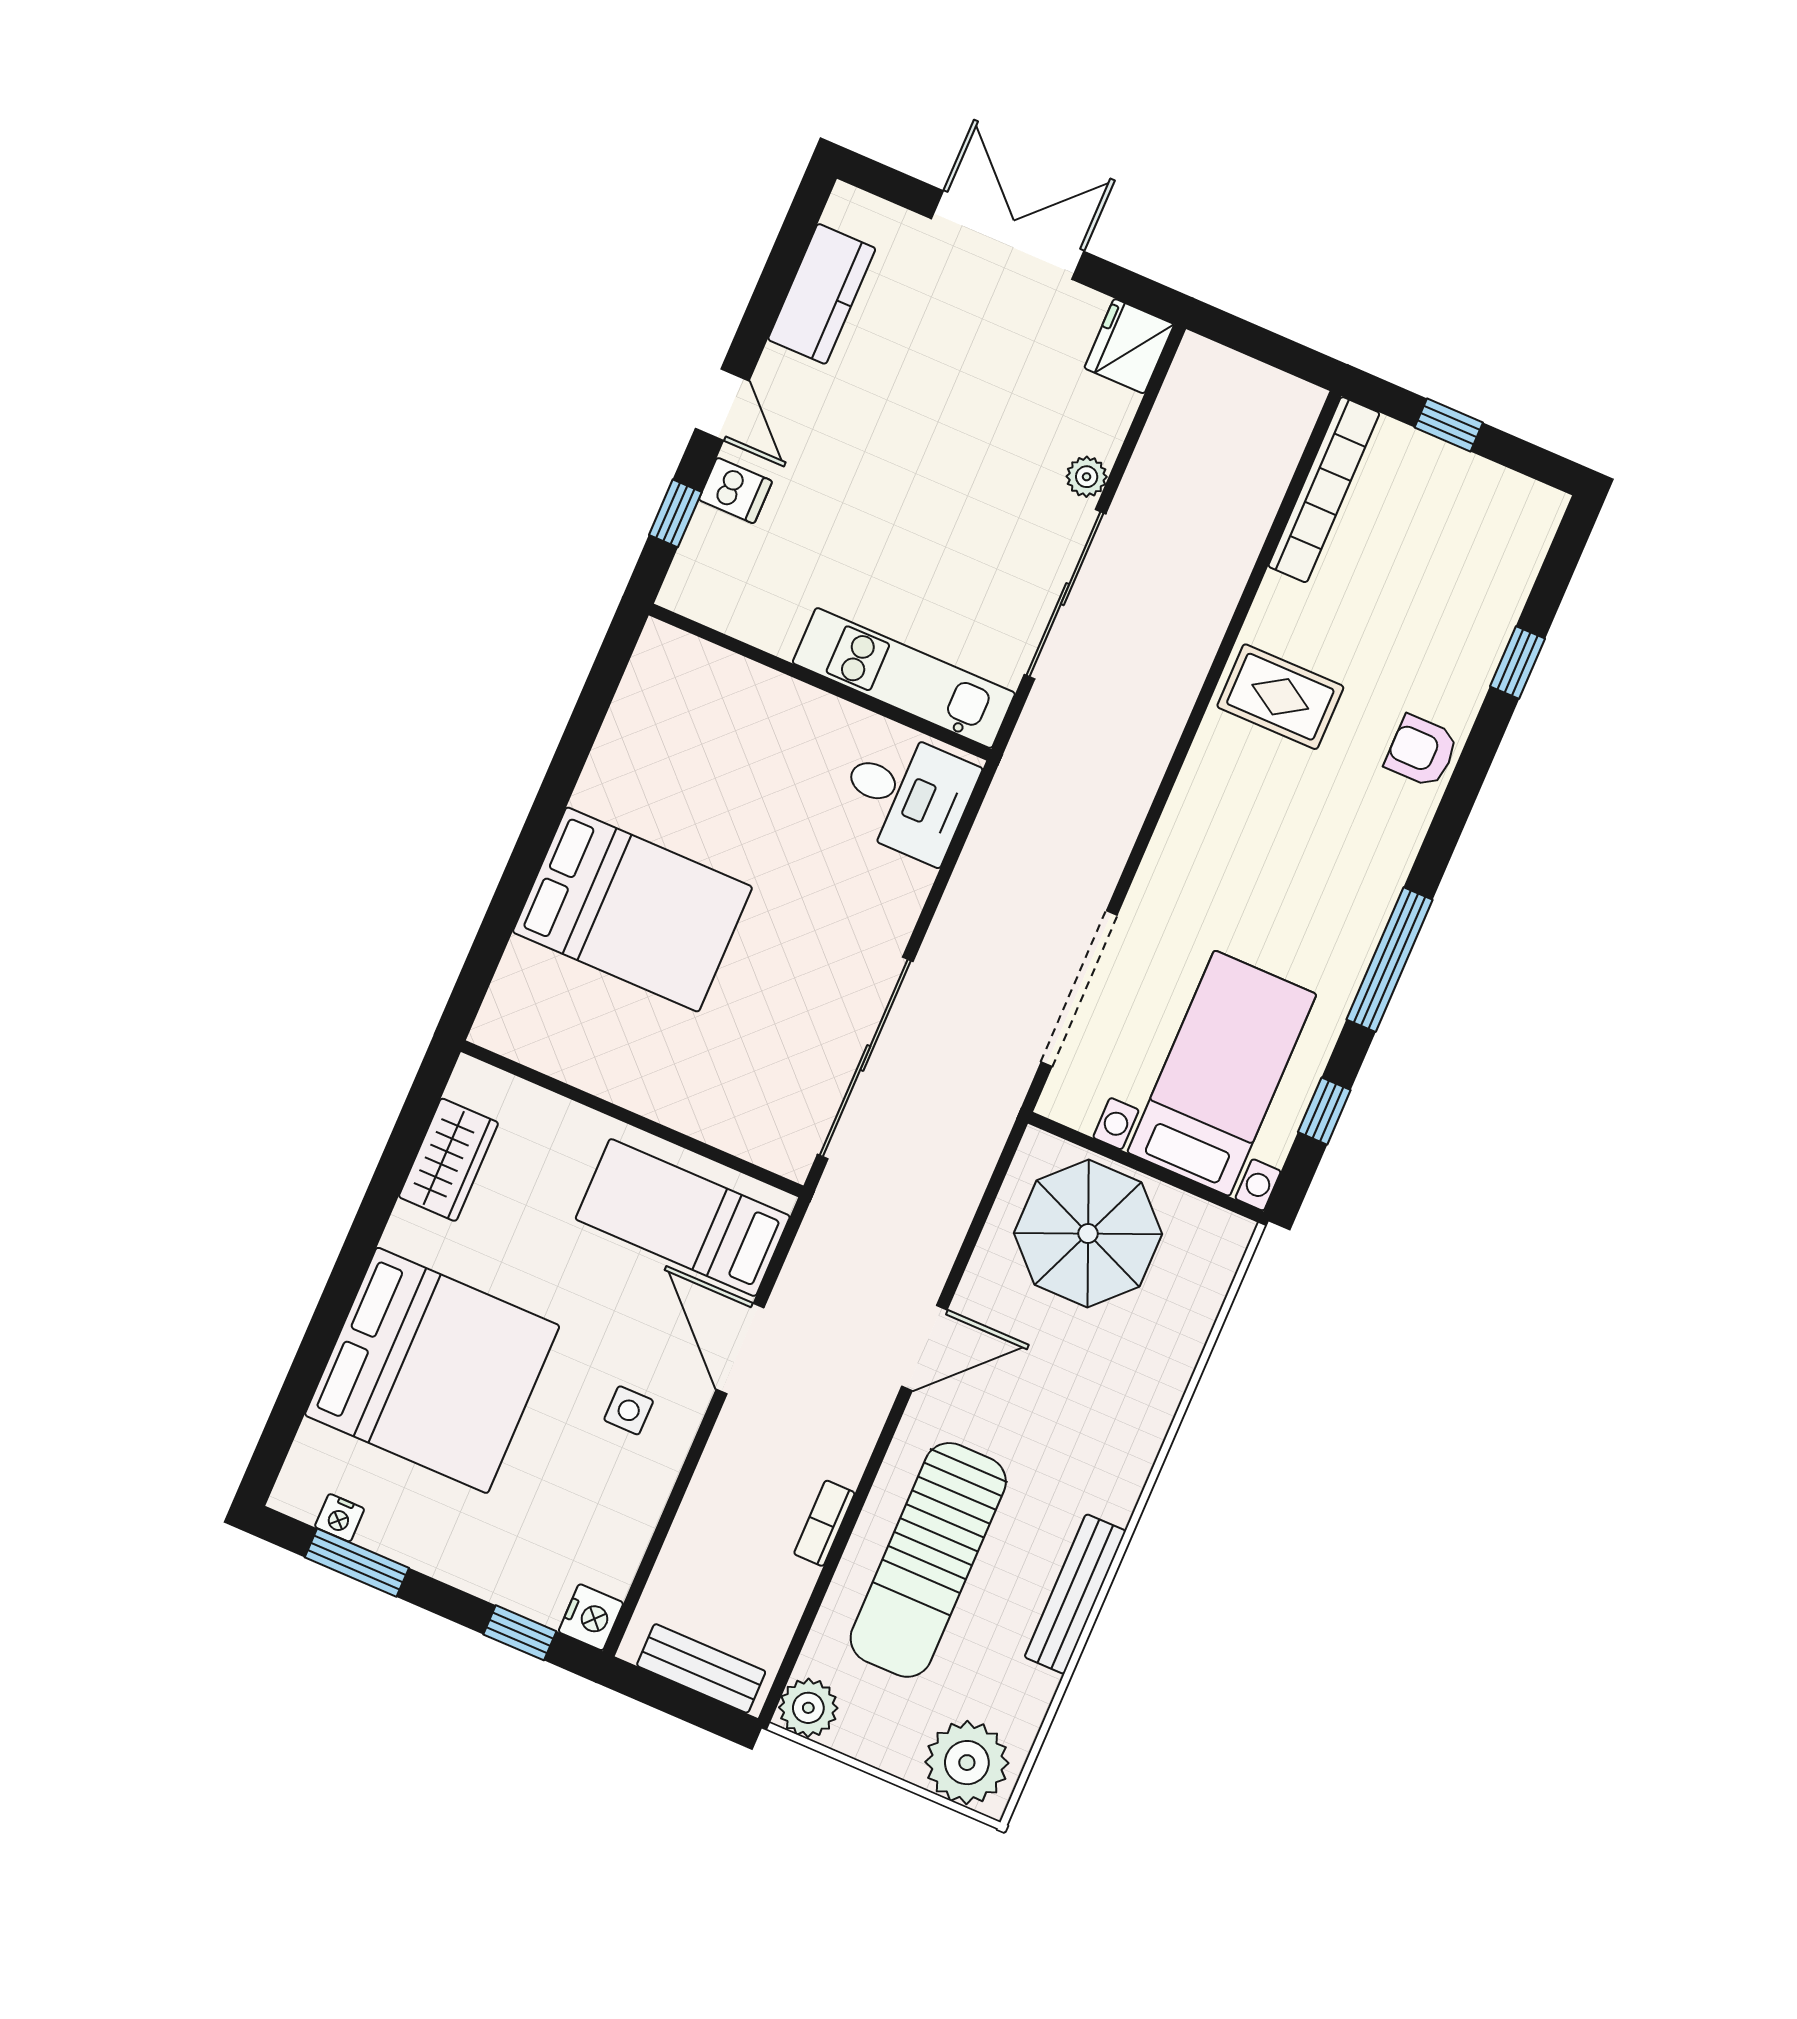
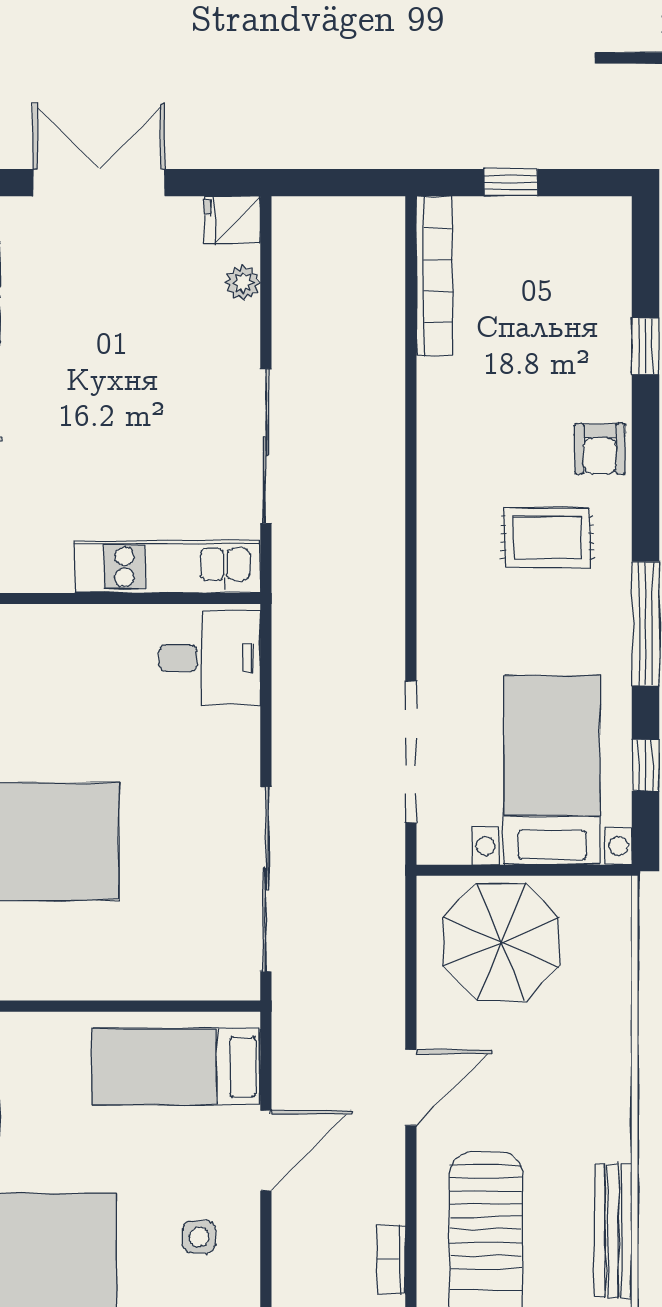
fridge: (1129, 346) -> (232, 220), width x0.72
plant: (1087, 477) -> (243, 283), moved
rug: (1280, 697) -> (547, 538), moved
armchair: (1421, 751) -> (600, 449), turned -90
door: (740, 1349) -> (266, 1151), swing flipped

